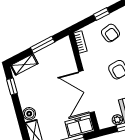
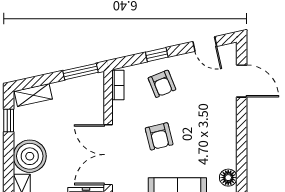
window: (43, 45) -> (81, 72), moved
boiler: (29, 114) -> (30, 156), width x1.86, depth x1.86

